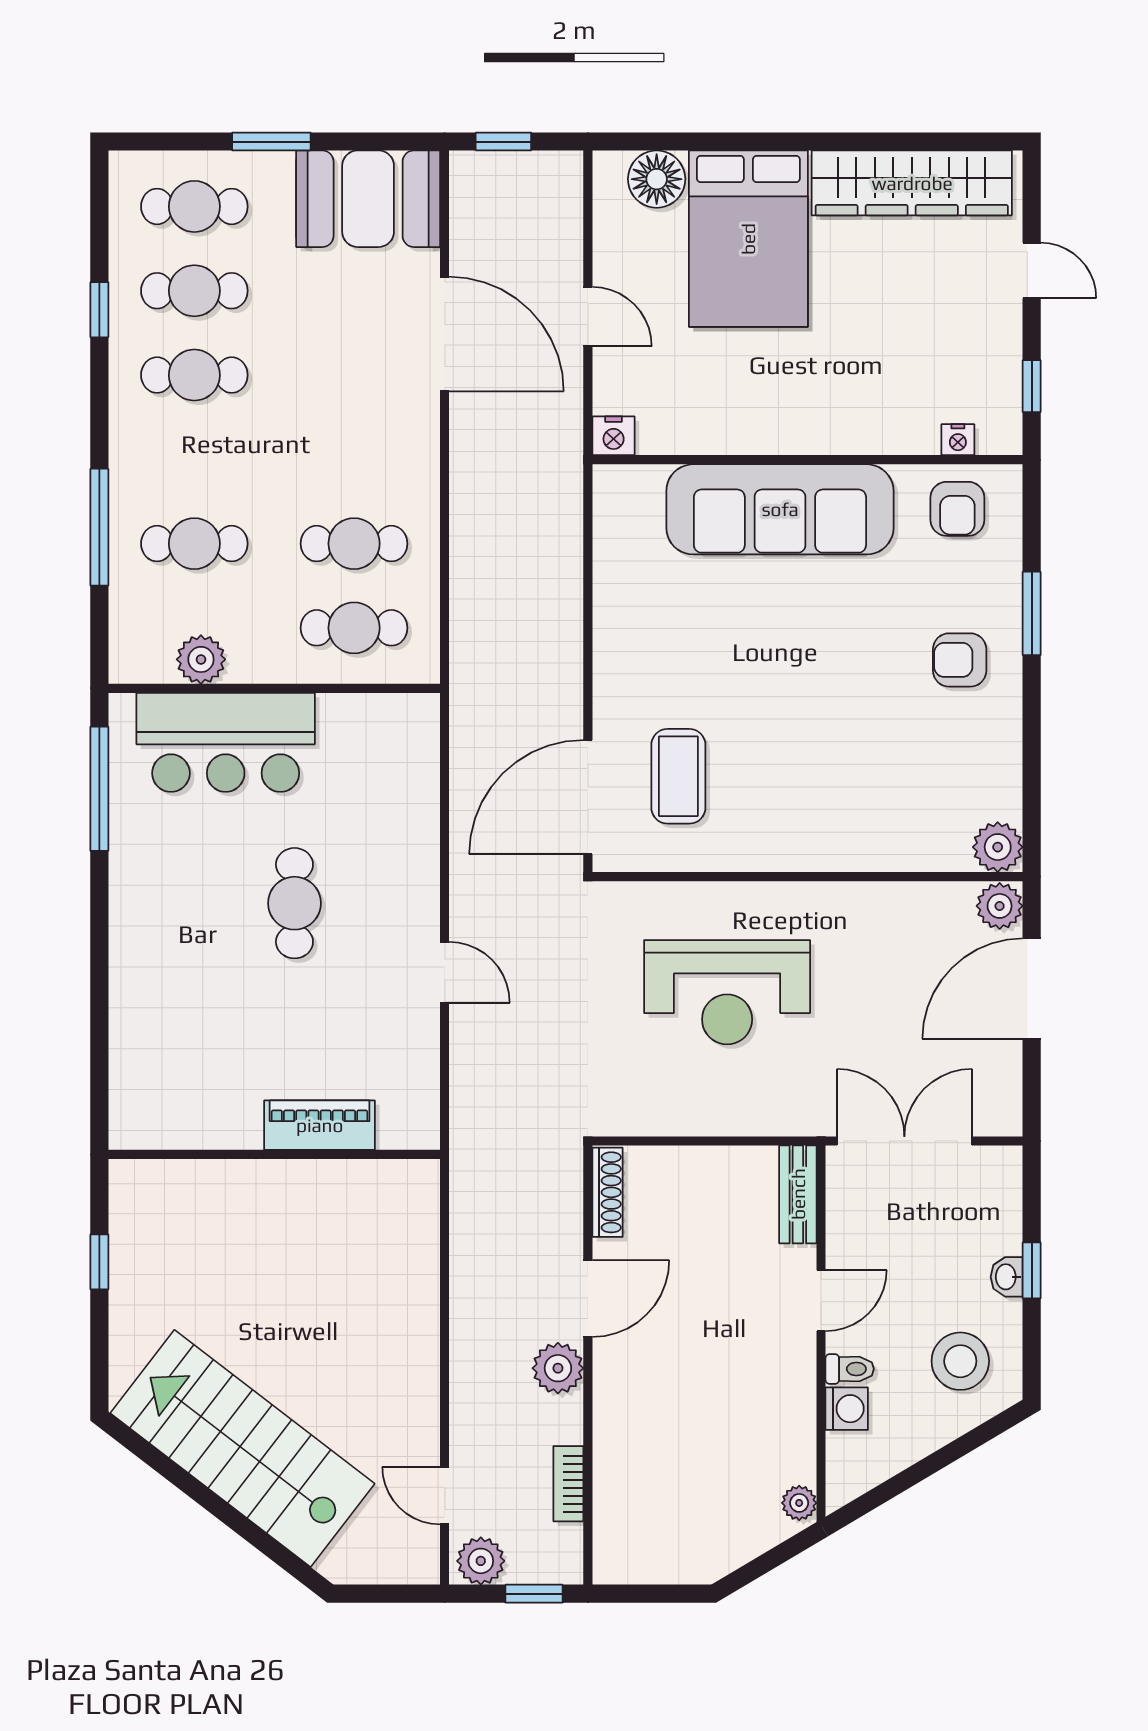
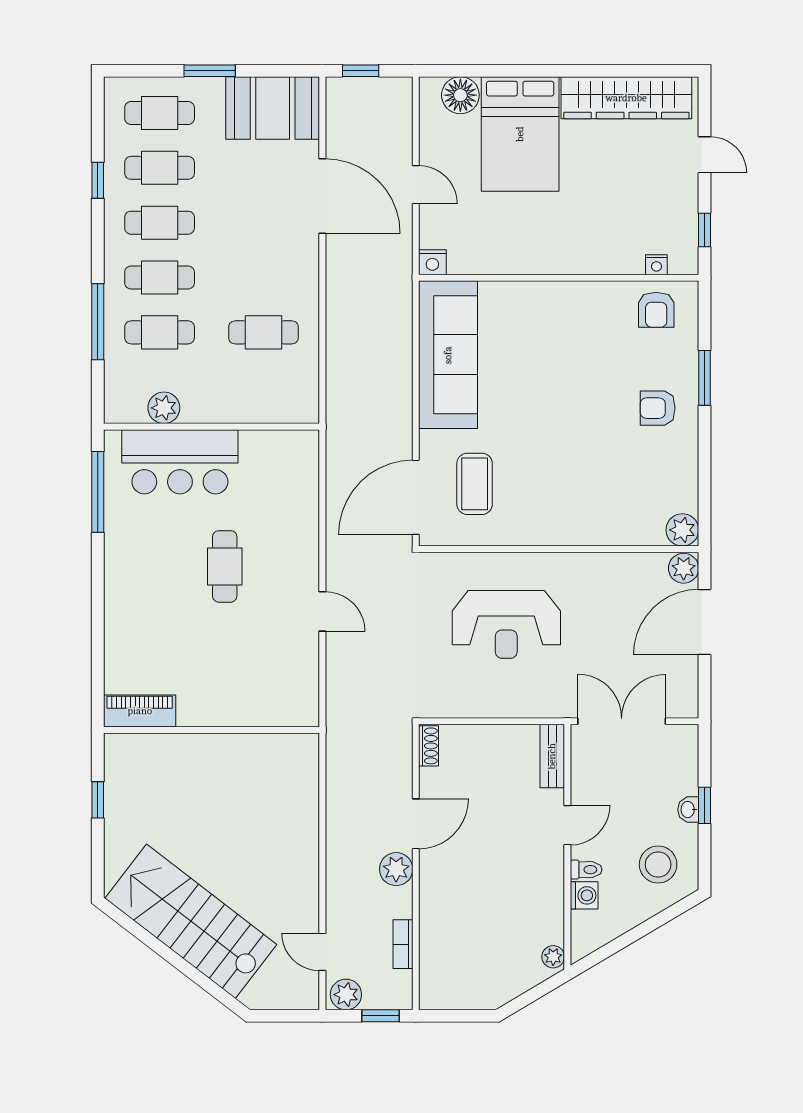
sofa: (780, 509) -> (448, 355), moved, turned -90
cafe table: (354, 628) -> (160, 278), moved
piano: (320, 1125) -> (140, 711), moved
shoe rack: (608, 1192) -> (428, 746), width x0.70

